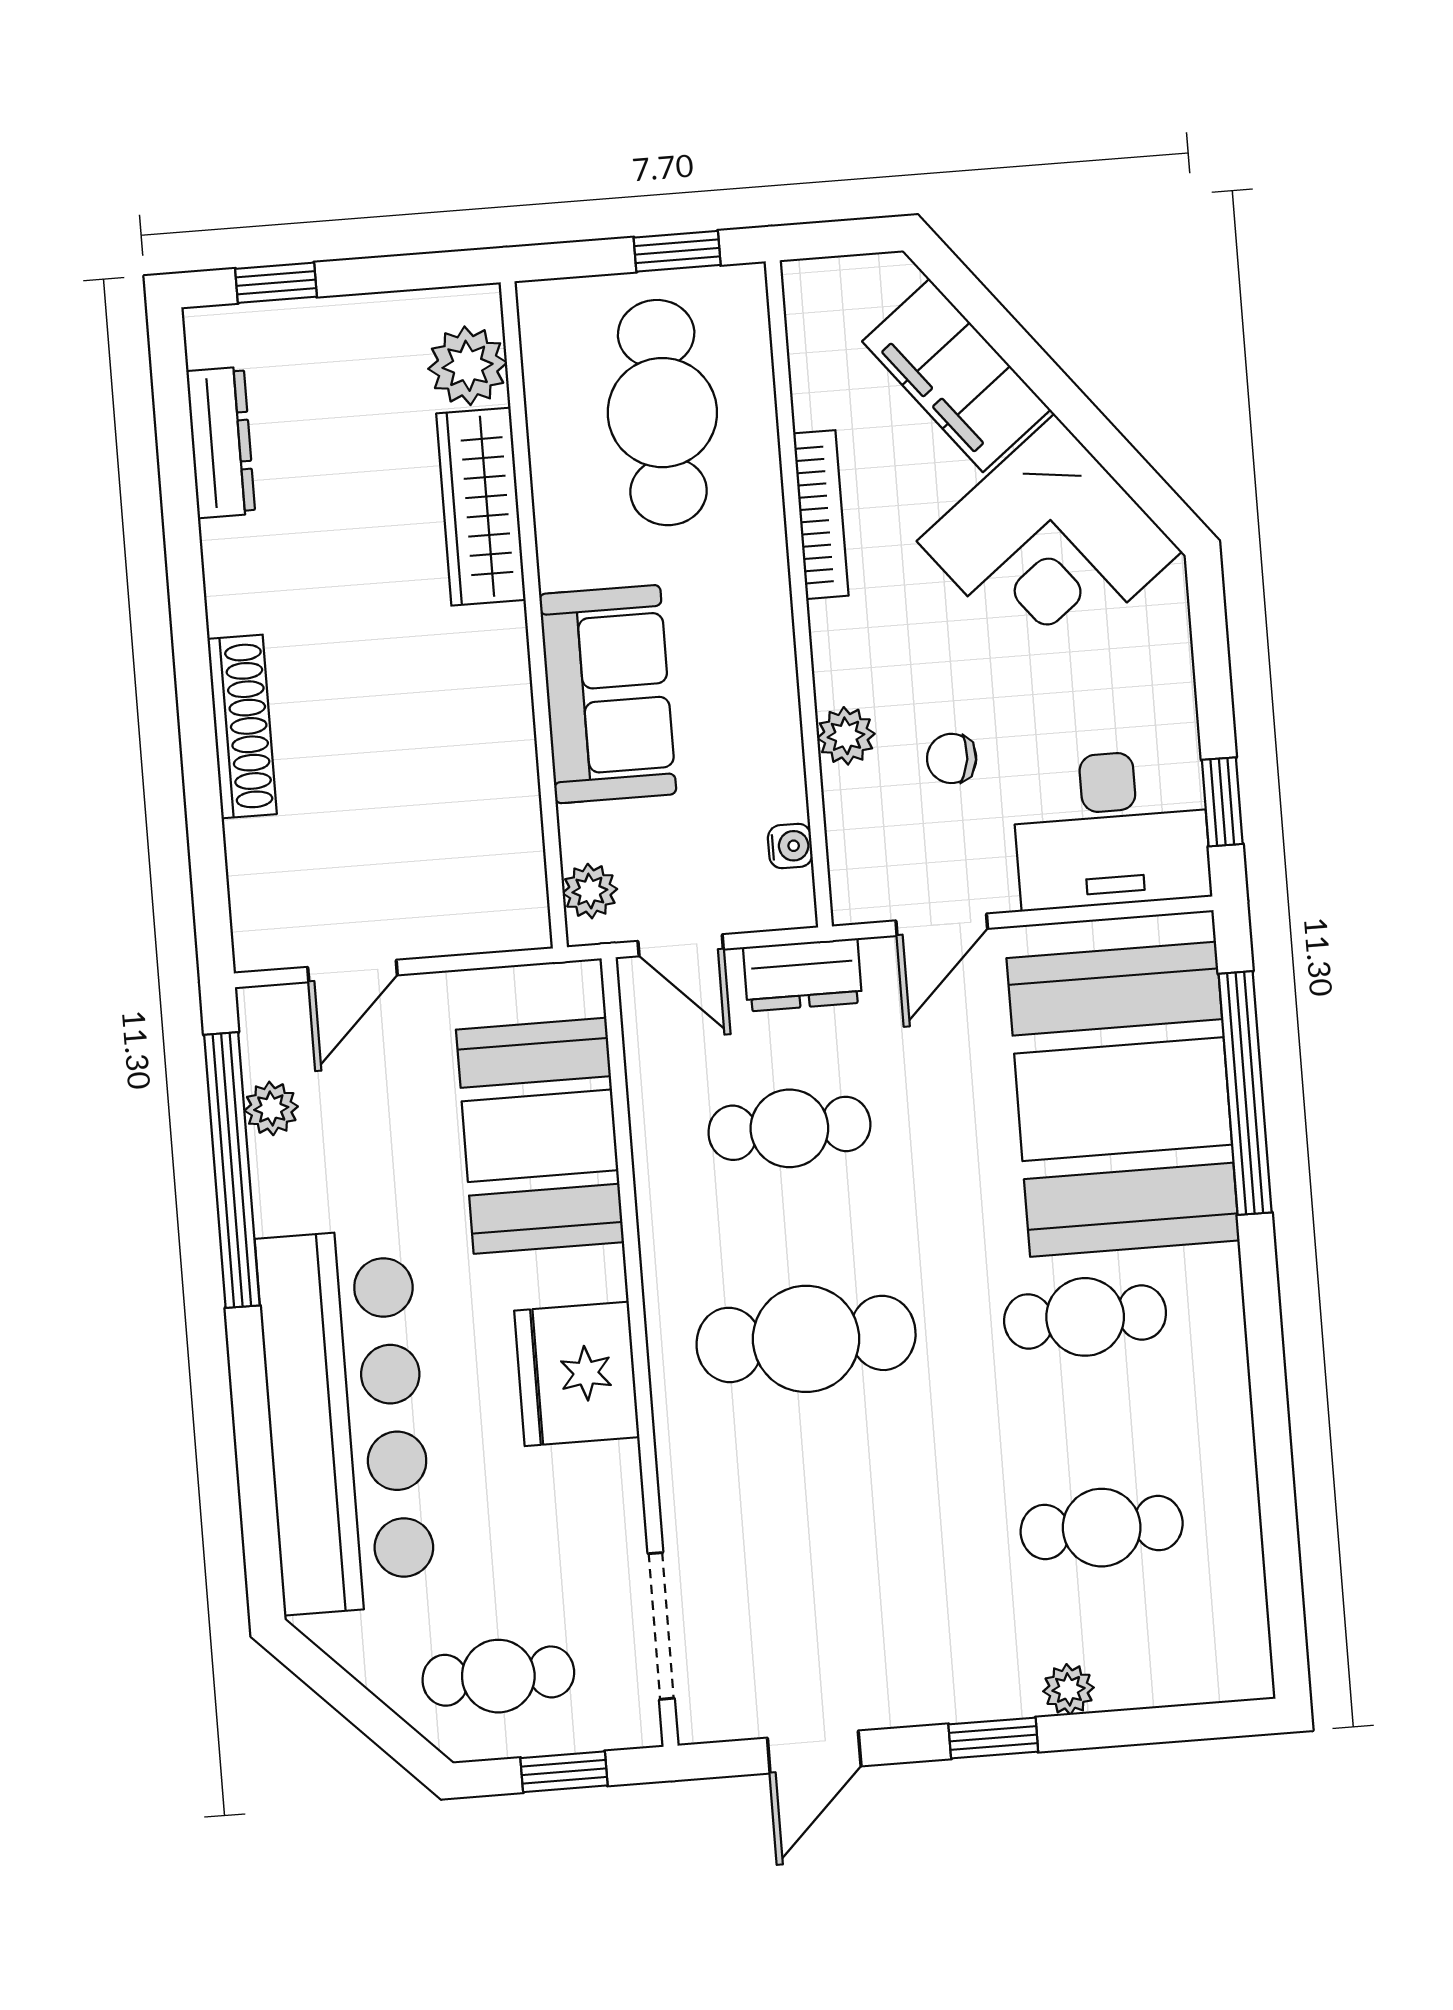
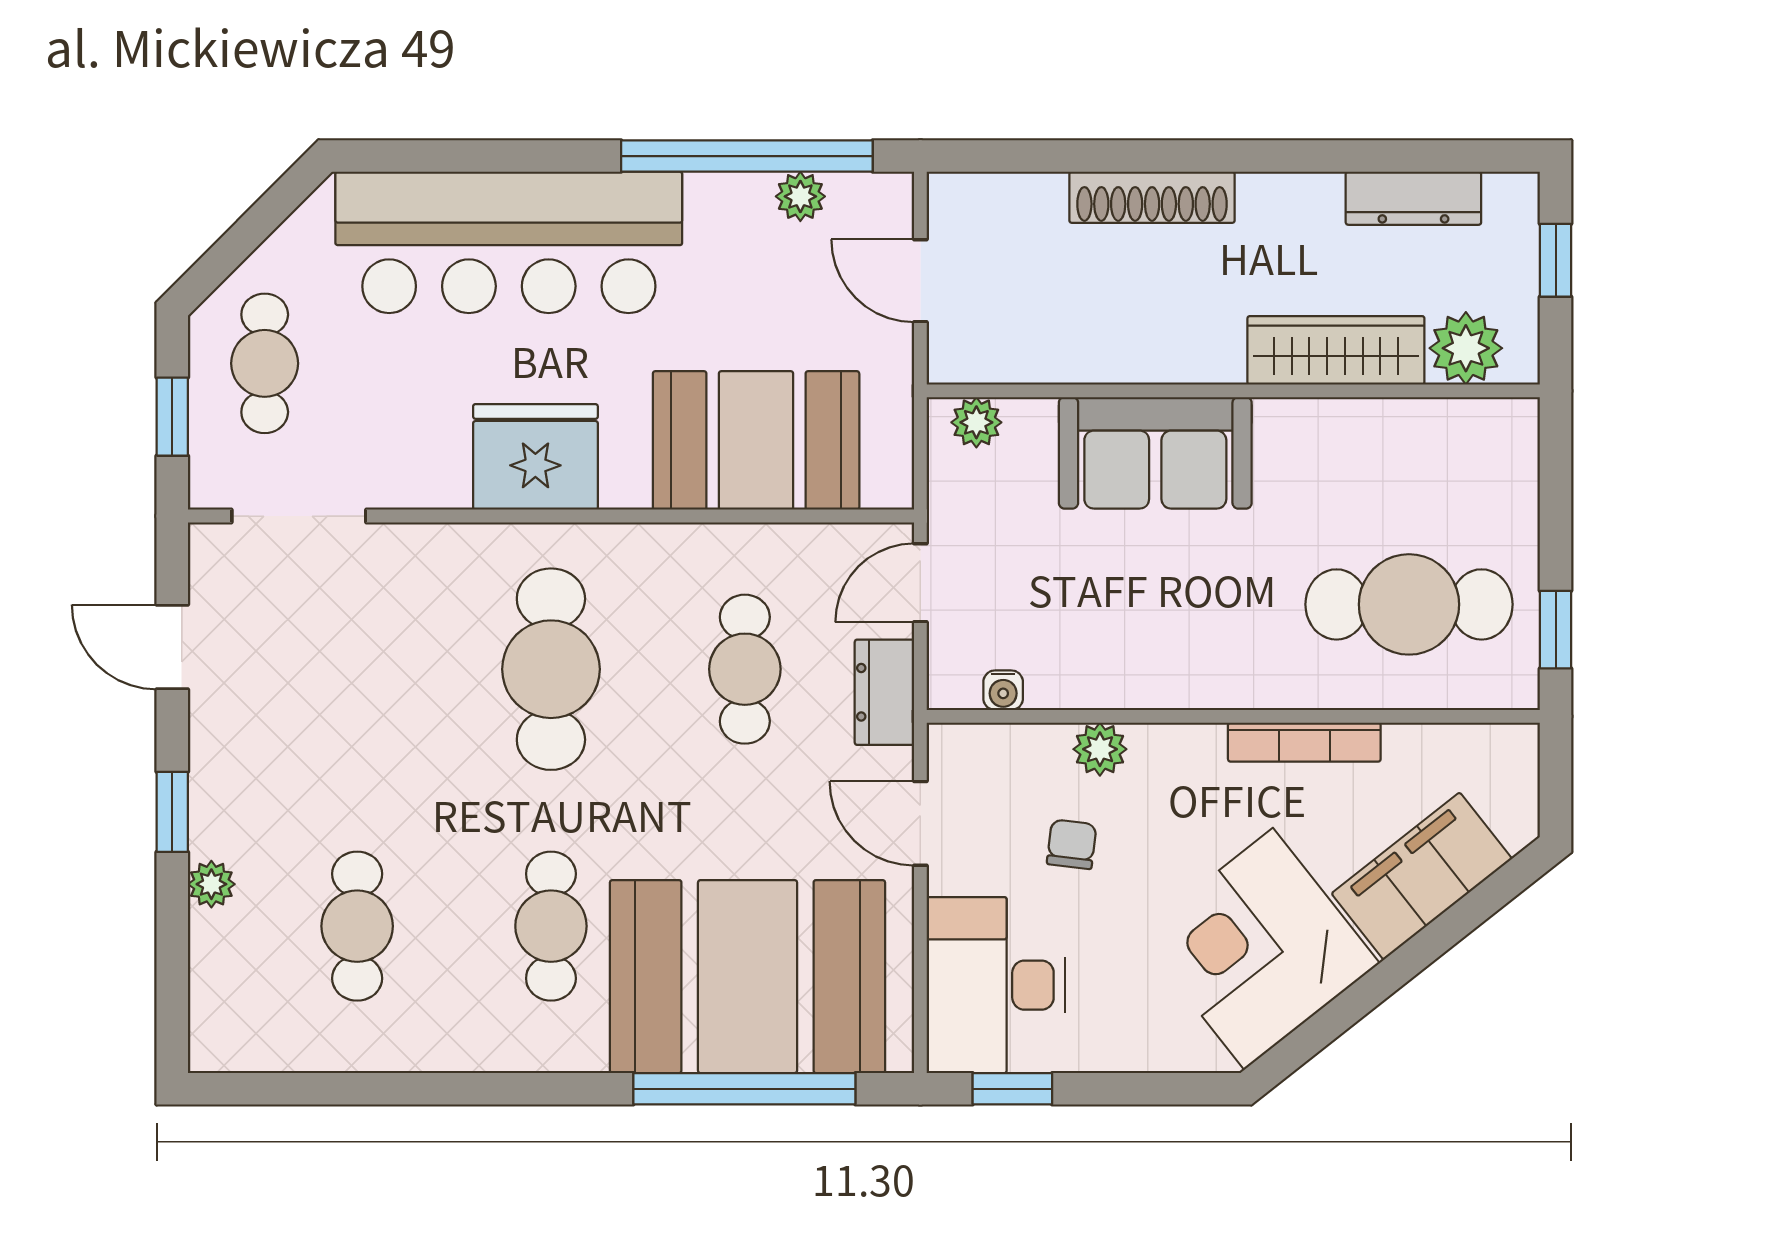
plant: (468, 366) -> (1466, 348), moved
wardrobe: (481, 507) -> (1336, 350), moved
wall: (534, 615) -> (1233, 391), moved
sofa: (608, 694) -> (1155, 453), moved
plant: (590, 891) -> (976, 422), moved

